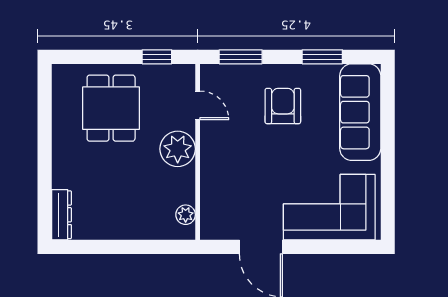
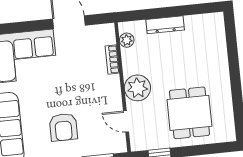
bookcase: (208, 191) -> (112, 60), added
dresser: (61, 215) -> (165, 25), moved, turned -90

